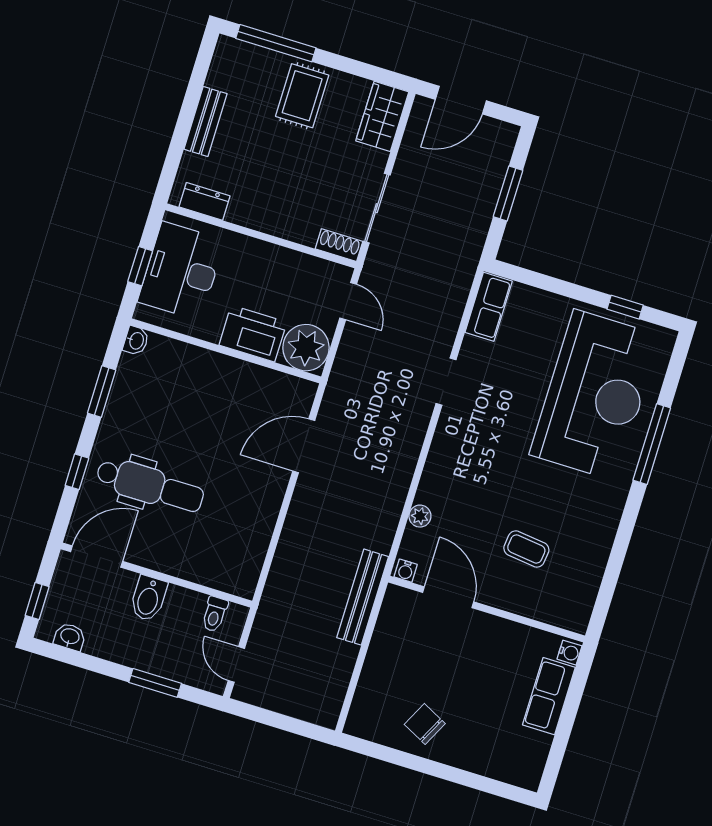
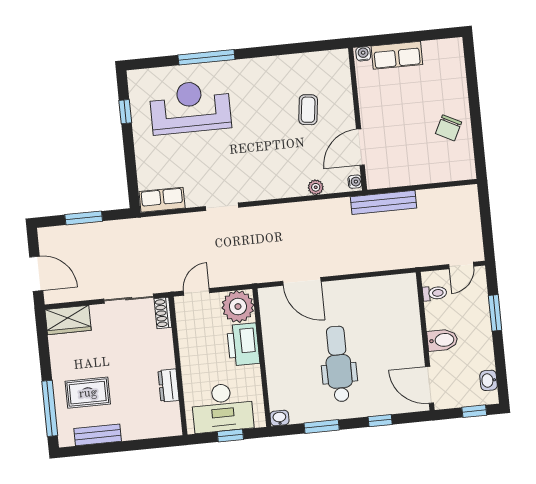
rug: (302, 96) -> (88, 393), moved
bench: (205, 121) -> (98, 435), moved
dresser: (204, 201) -> (169, 385), moved
reception desk: (595, 395) -> (190, 107), width x0.74, depth x0.77
dental chair: (150, 486) -> (338, 364), moved

